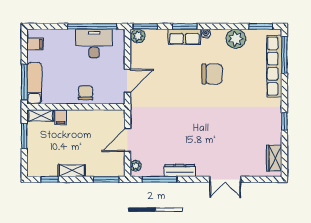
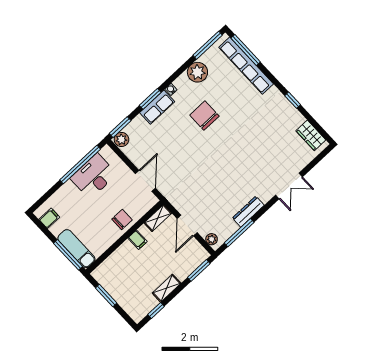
window: (261, 26) -> (208, 45), width x1.44
chair: (212, 74) -> (204, 116), turned -90
chair: (86, 93) -> (122, 219), turned 90
shelving: (41, 115) -> (158, 218), moved
filing cabinet: (61, 117) -> (137, 240), moved

